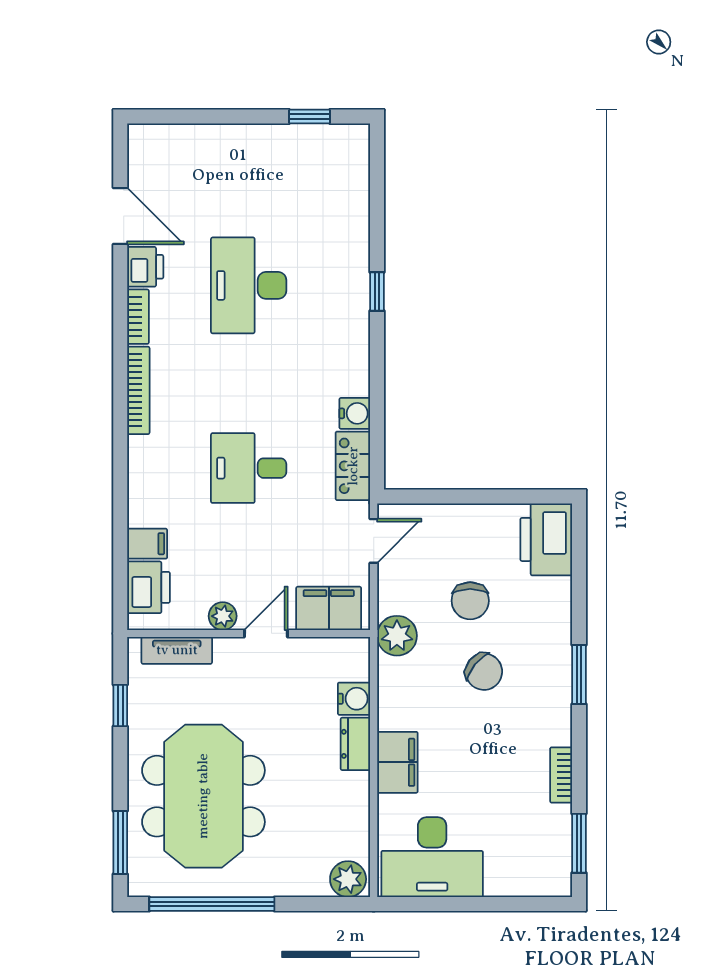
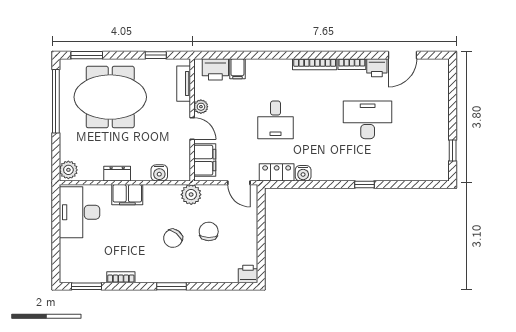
desk: (249, 468) -> (276, 120), turned 180
printer: (546, 539) -> (248, 274), width x0.53, depth x0.68
chair: (470, 601) -> (209, 231), turned 92
dresser: (355, 744) -> (117, 174), moved

